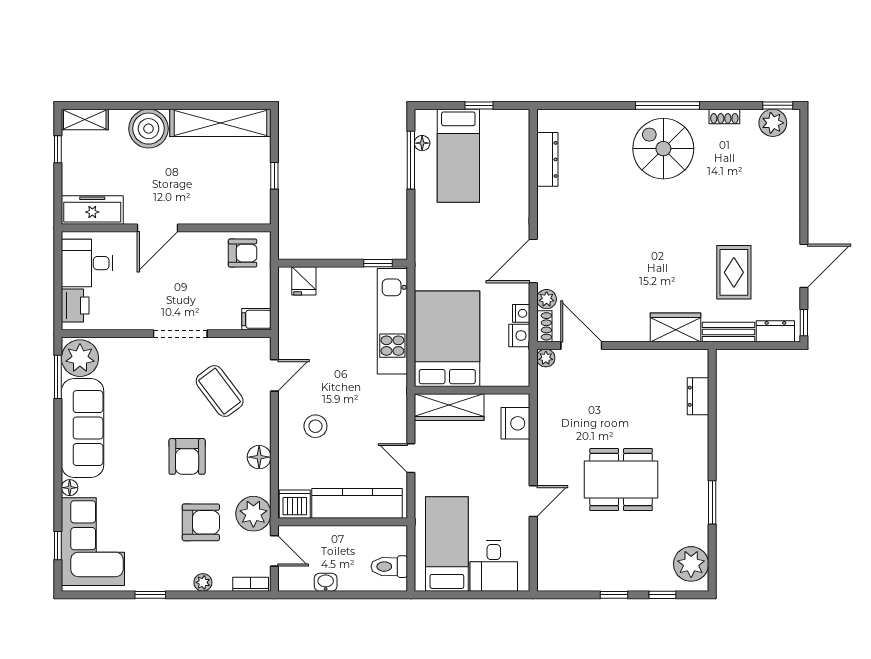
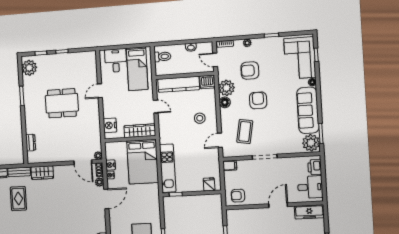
coffee table: (220, 391) -> (245, 132), turned 47
plant: (253, 514) -> (227, 88), moved

